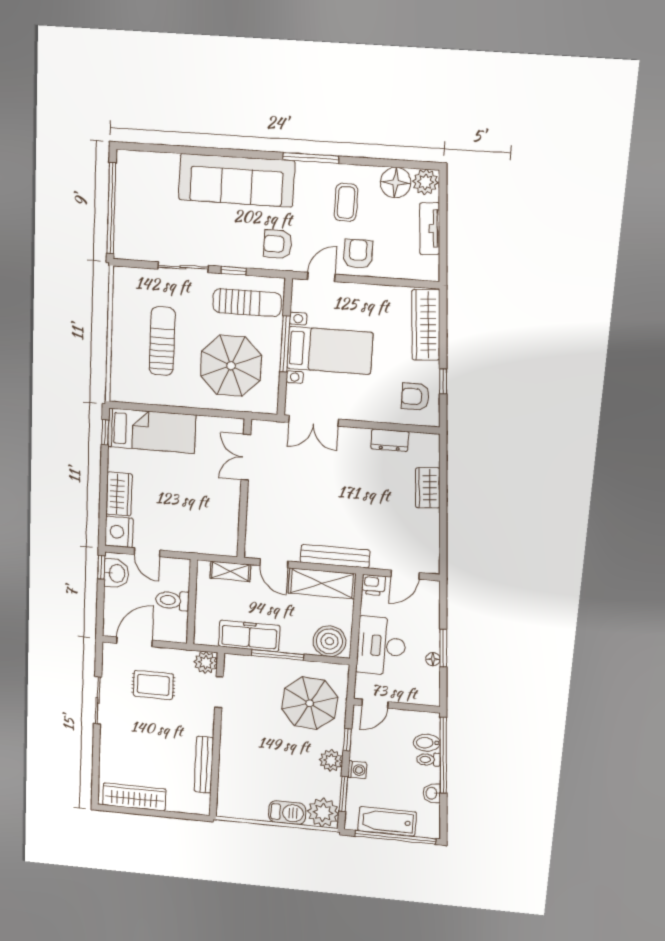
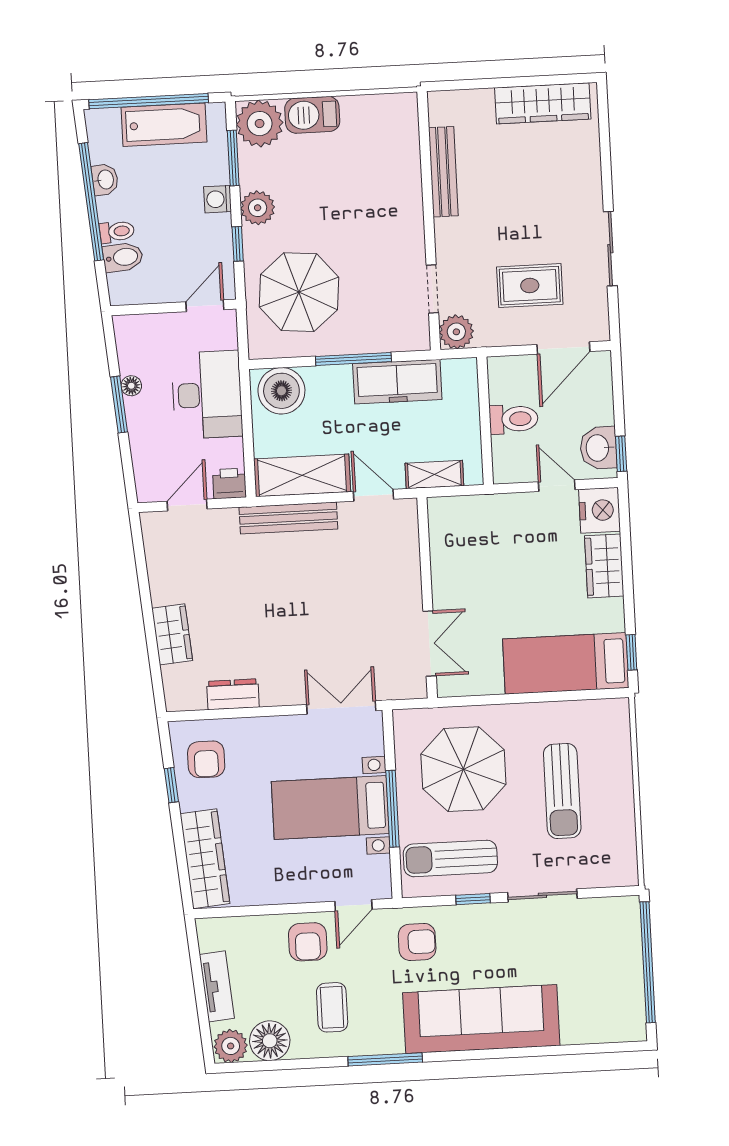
armchair: (415, 397) -> (206, 759), turned 90
window: (443, 755) -> (91, 202), moved

